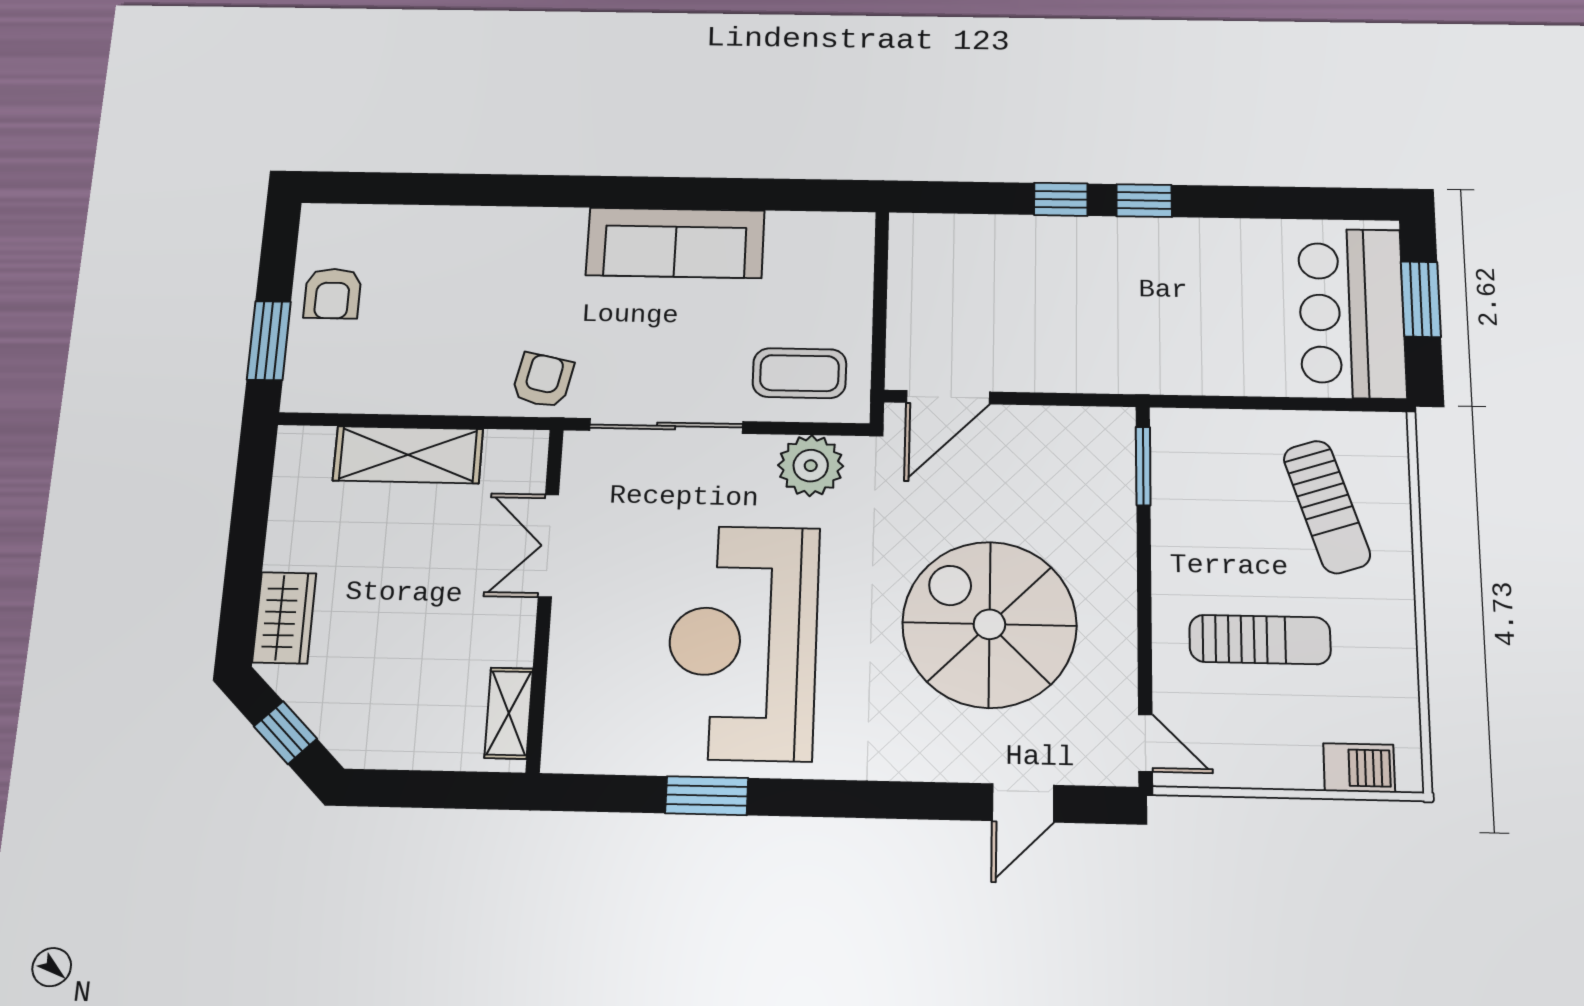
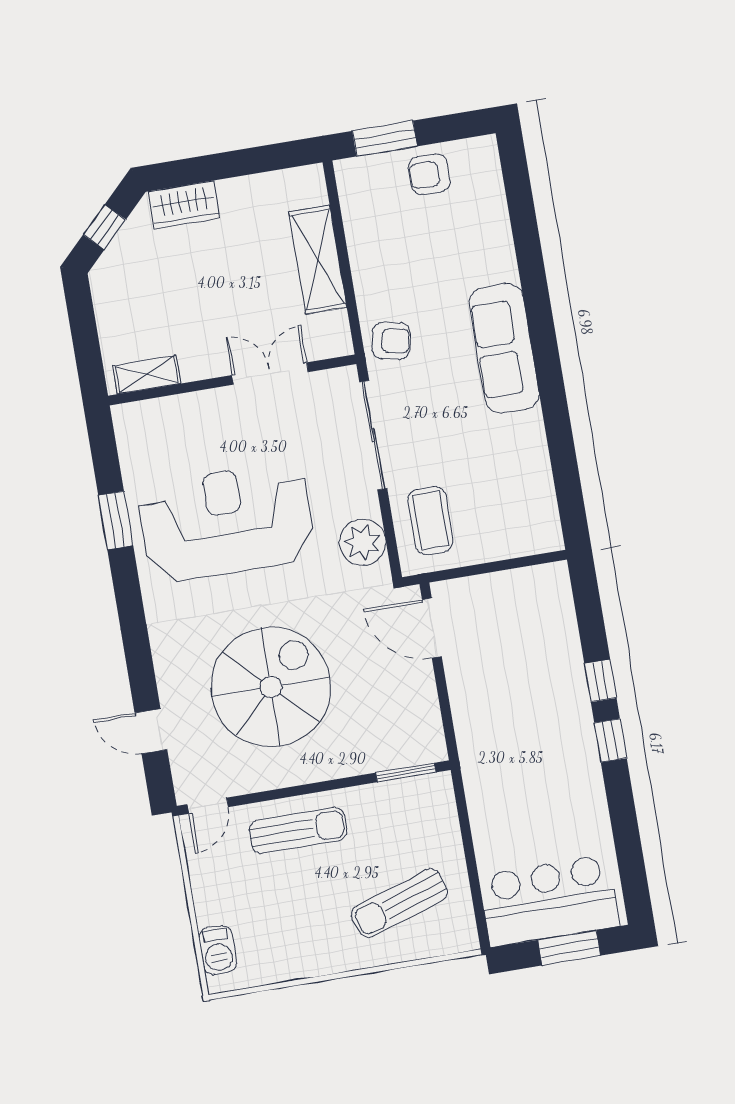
sofa: (675, 243) -> (504, 348), moved
sun lounger: (1260, 640) -> (298, 830), moved, turned -90

